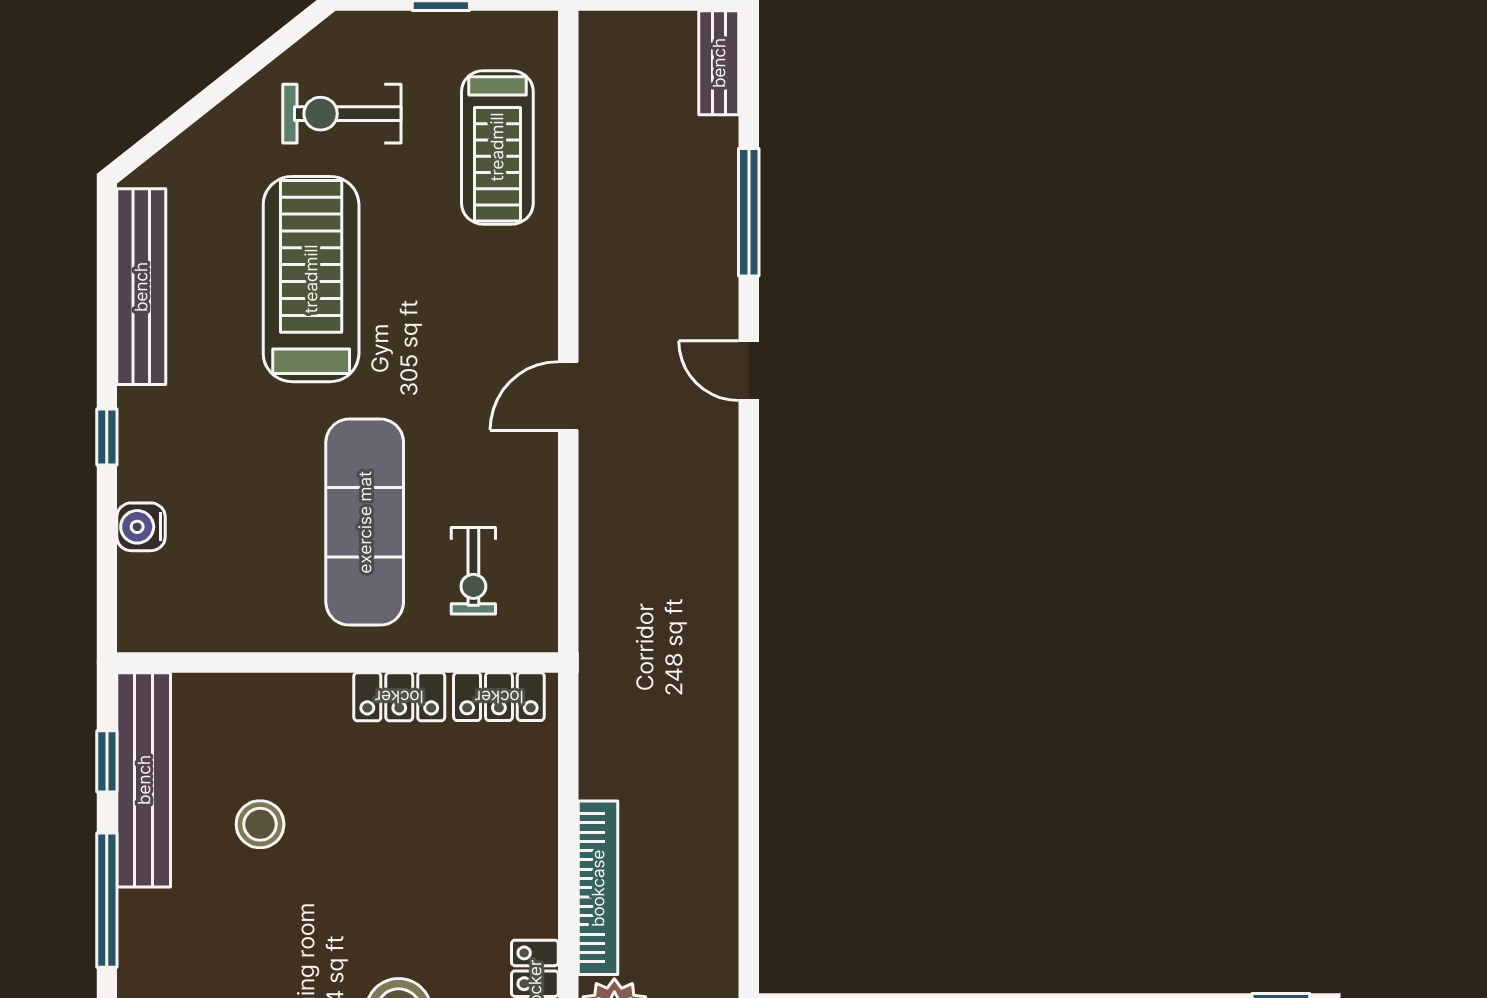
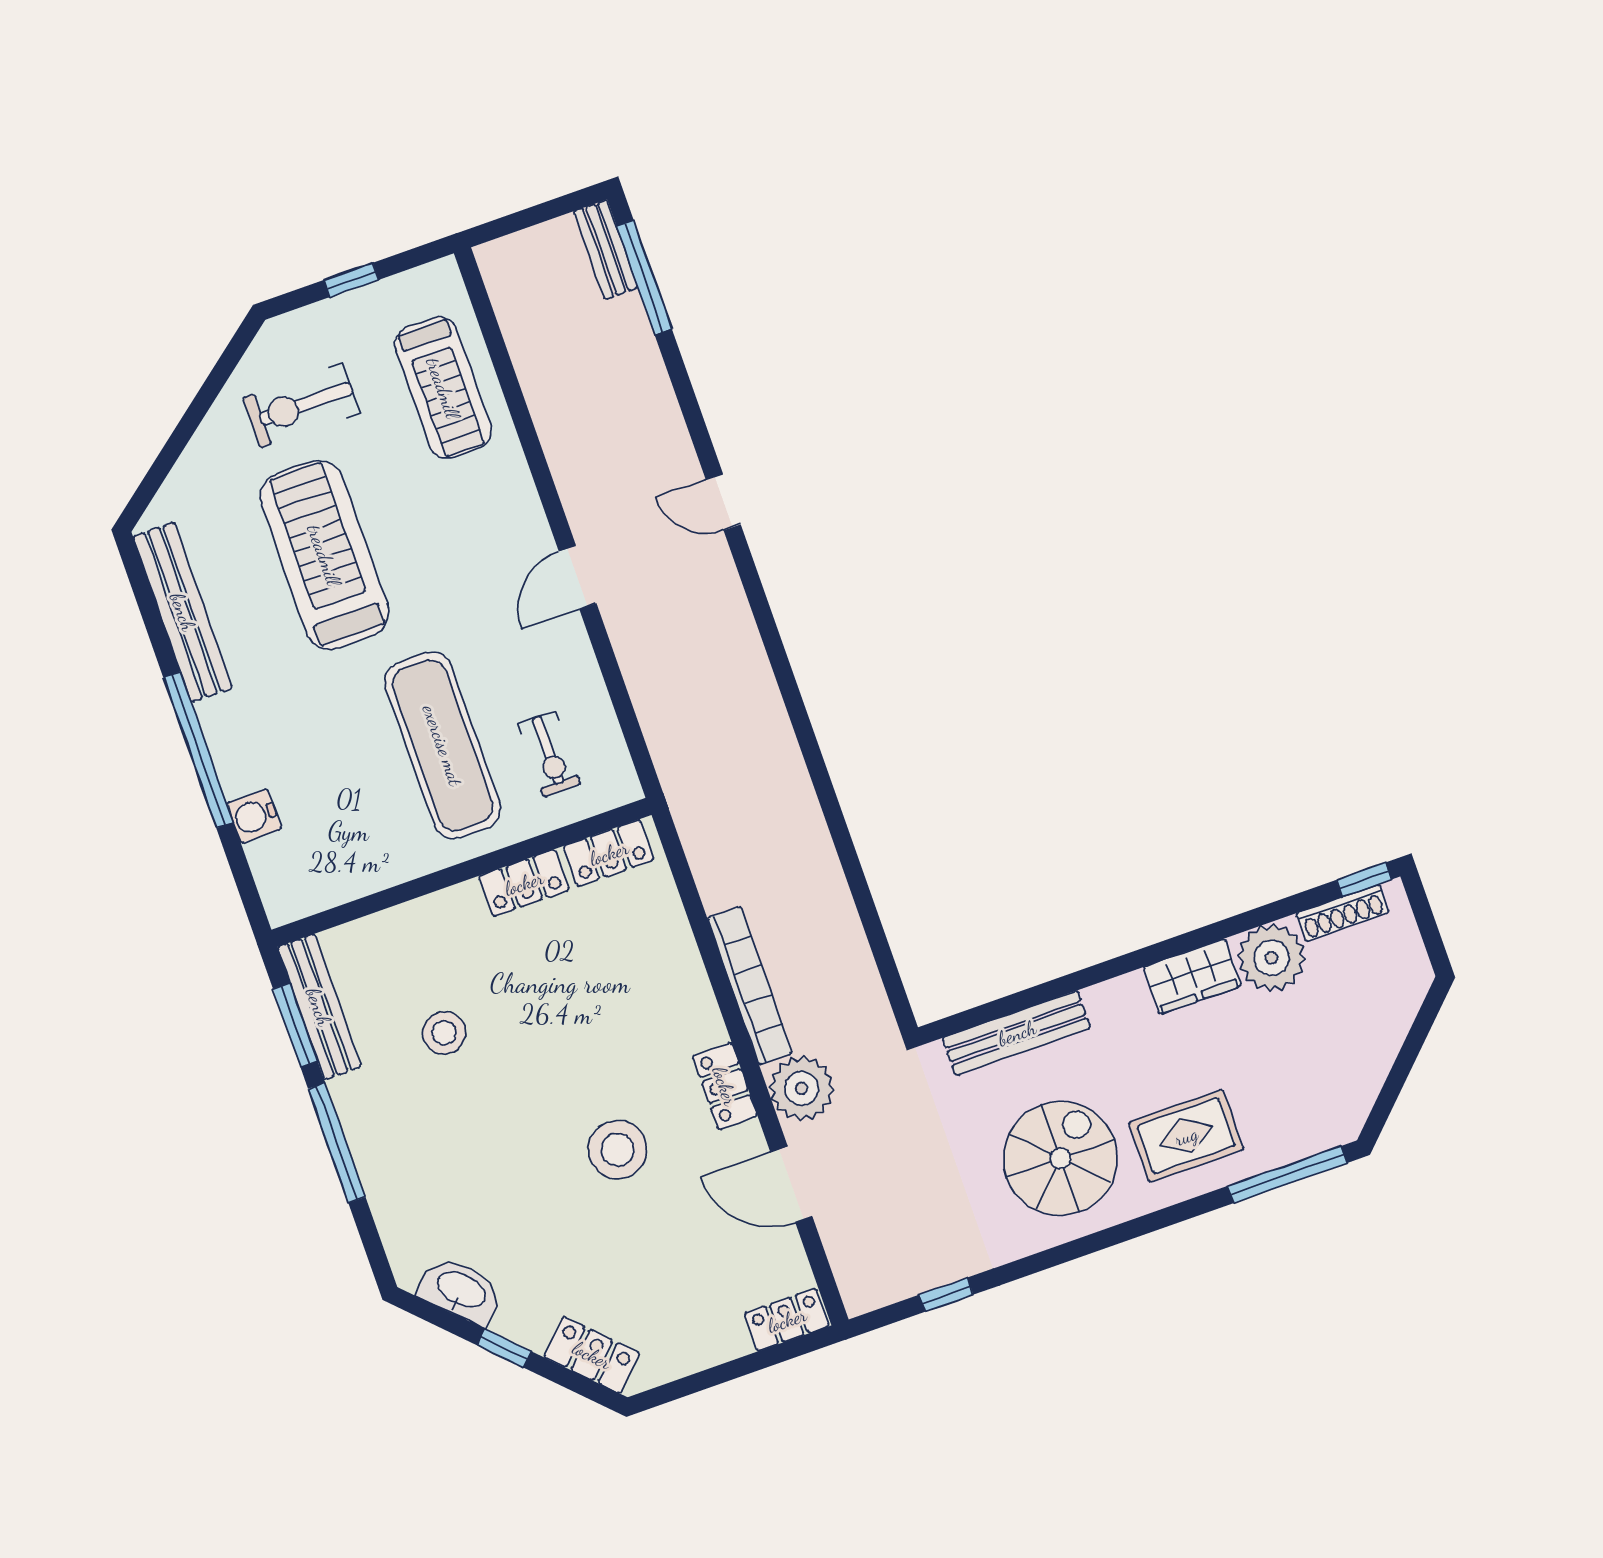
window: (749, 212) -> (644, 277), moved
window: (107, 437) -> (198, 750), width x3.17
window: (107, 761) -> (295, 1025), width x1.50
bench: (144, 780) -> (319, 1007), width x0.73, depth x0.82

